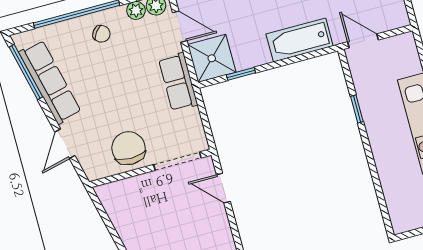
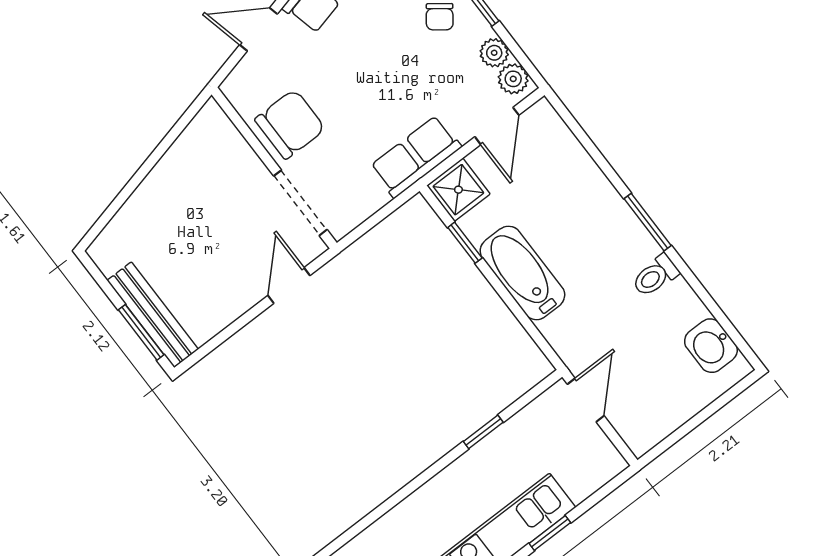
bathtub: (300, 40) -> (522, 273), moved
shower: (212, 58) -> (458, 190), width x0.73, depth x0.73

